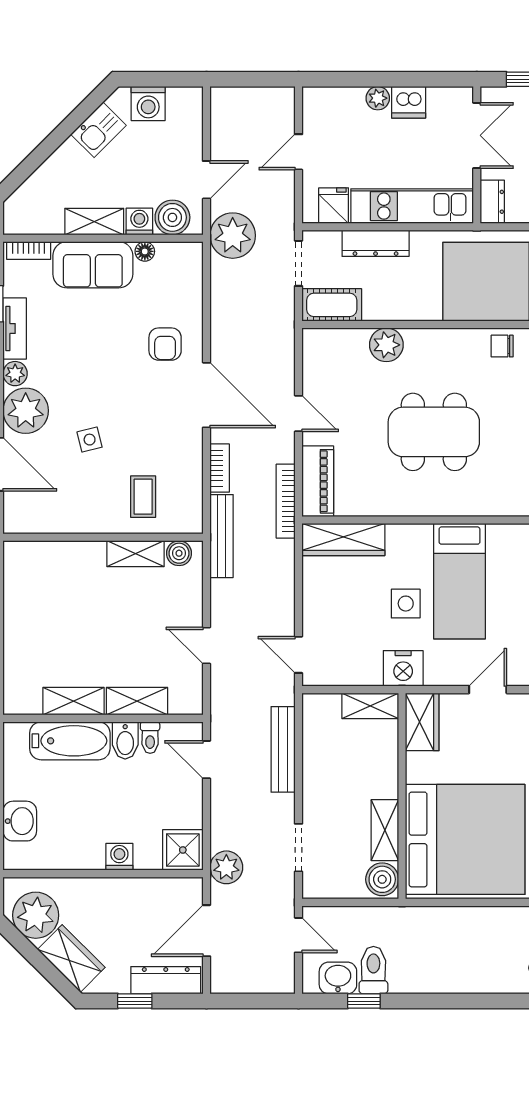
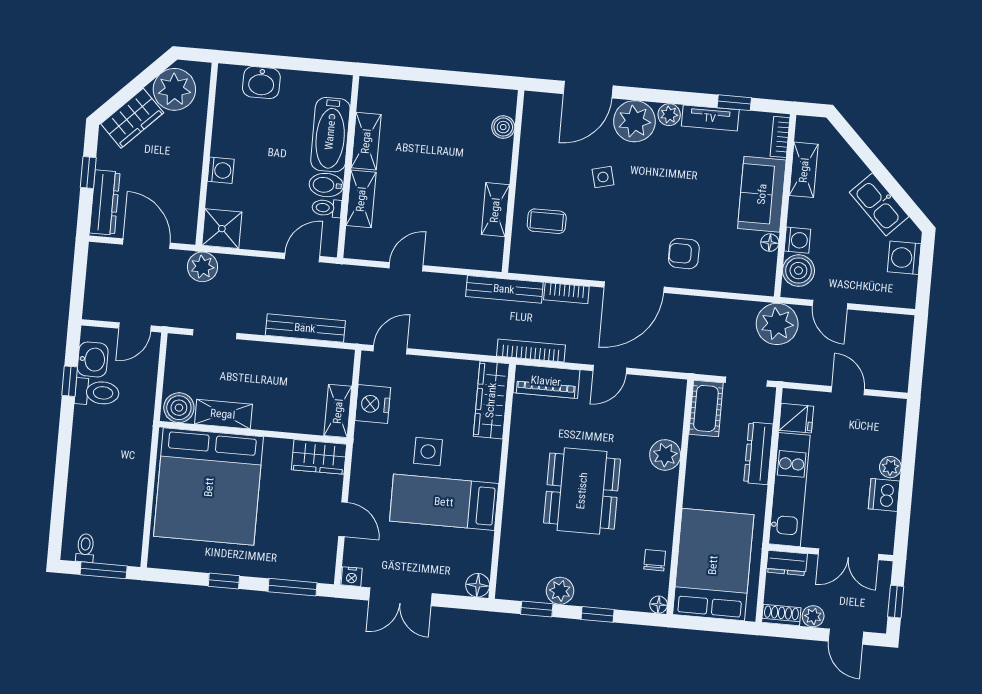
kitchen sink: (98, 130) -> (879, 204), width x1.38
shelving: (94, 222) -> (804, 170), moved
boiler: (179, 553) -> (503, 127), moved
nightstand: (403, 668) -> (373, 404), moved

